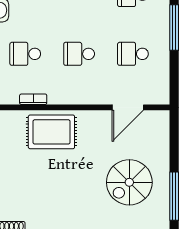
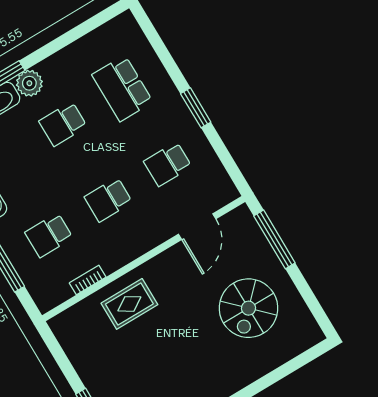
window: (174, 27) -> (196, 108), width x0.69
rug: (51, 132) -> (129, 304), width x0.73, depth x0.70
window: (174, 196) -> (274, 239), moved

